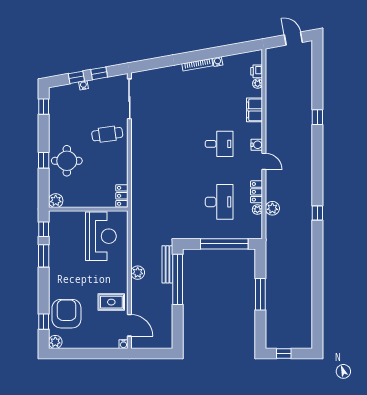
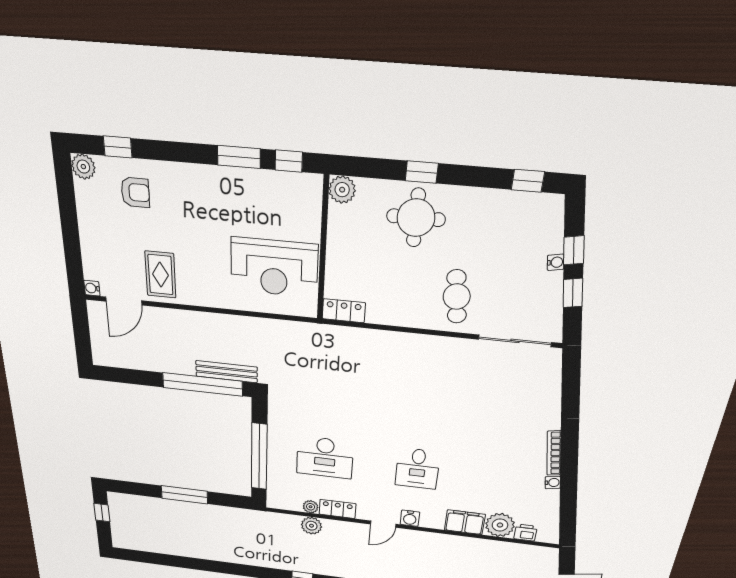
plant: (258, 84) -> (500, 525), width x1.88, depth x1.88
plant: (138, 273) -> (212, 323), removed
armchair: (66, 314) -> (135, 192), width x0.53, depth x0.53

